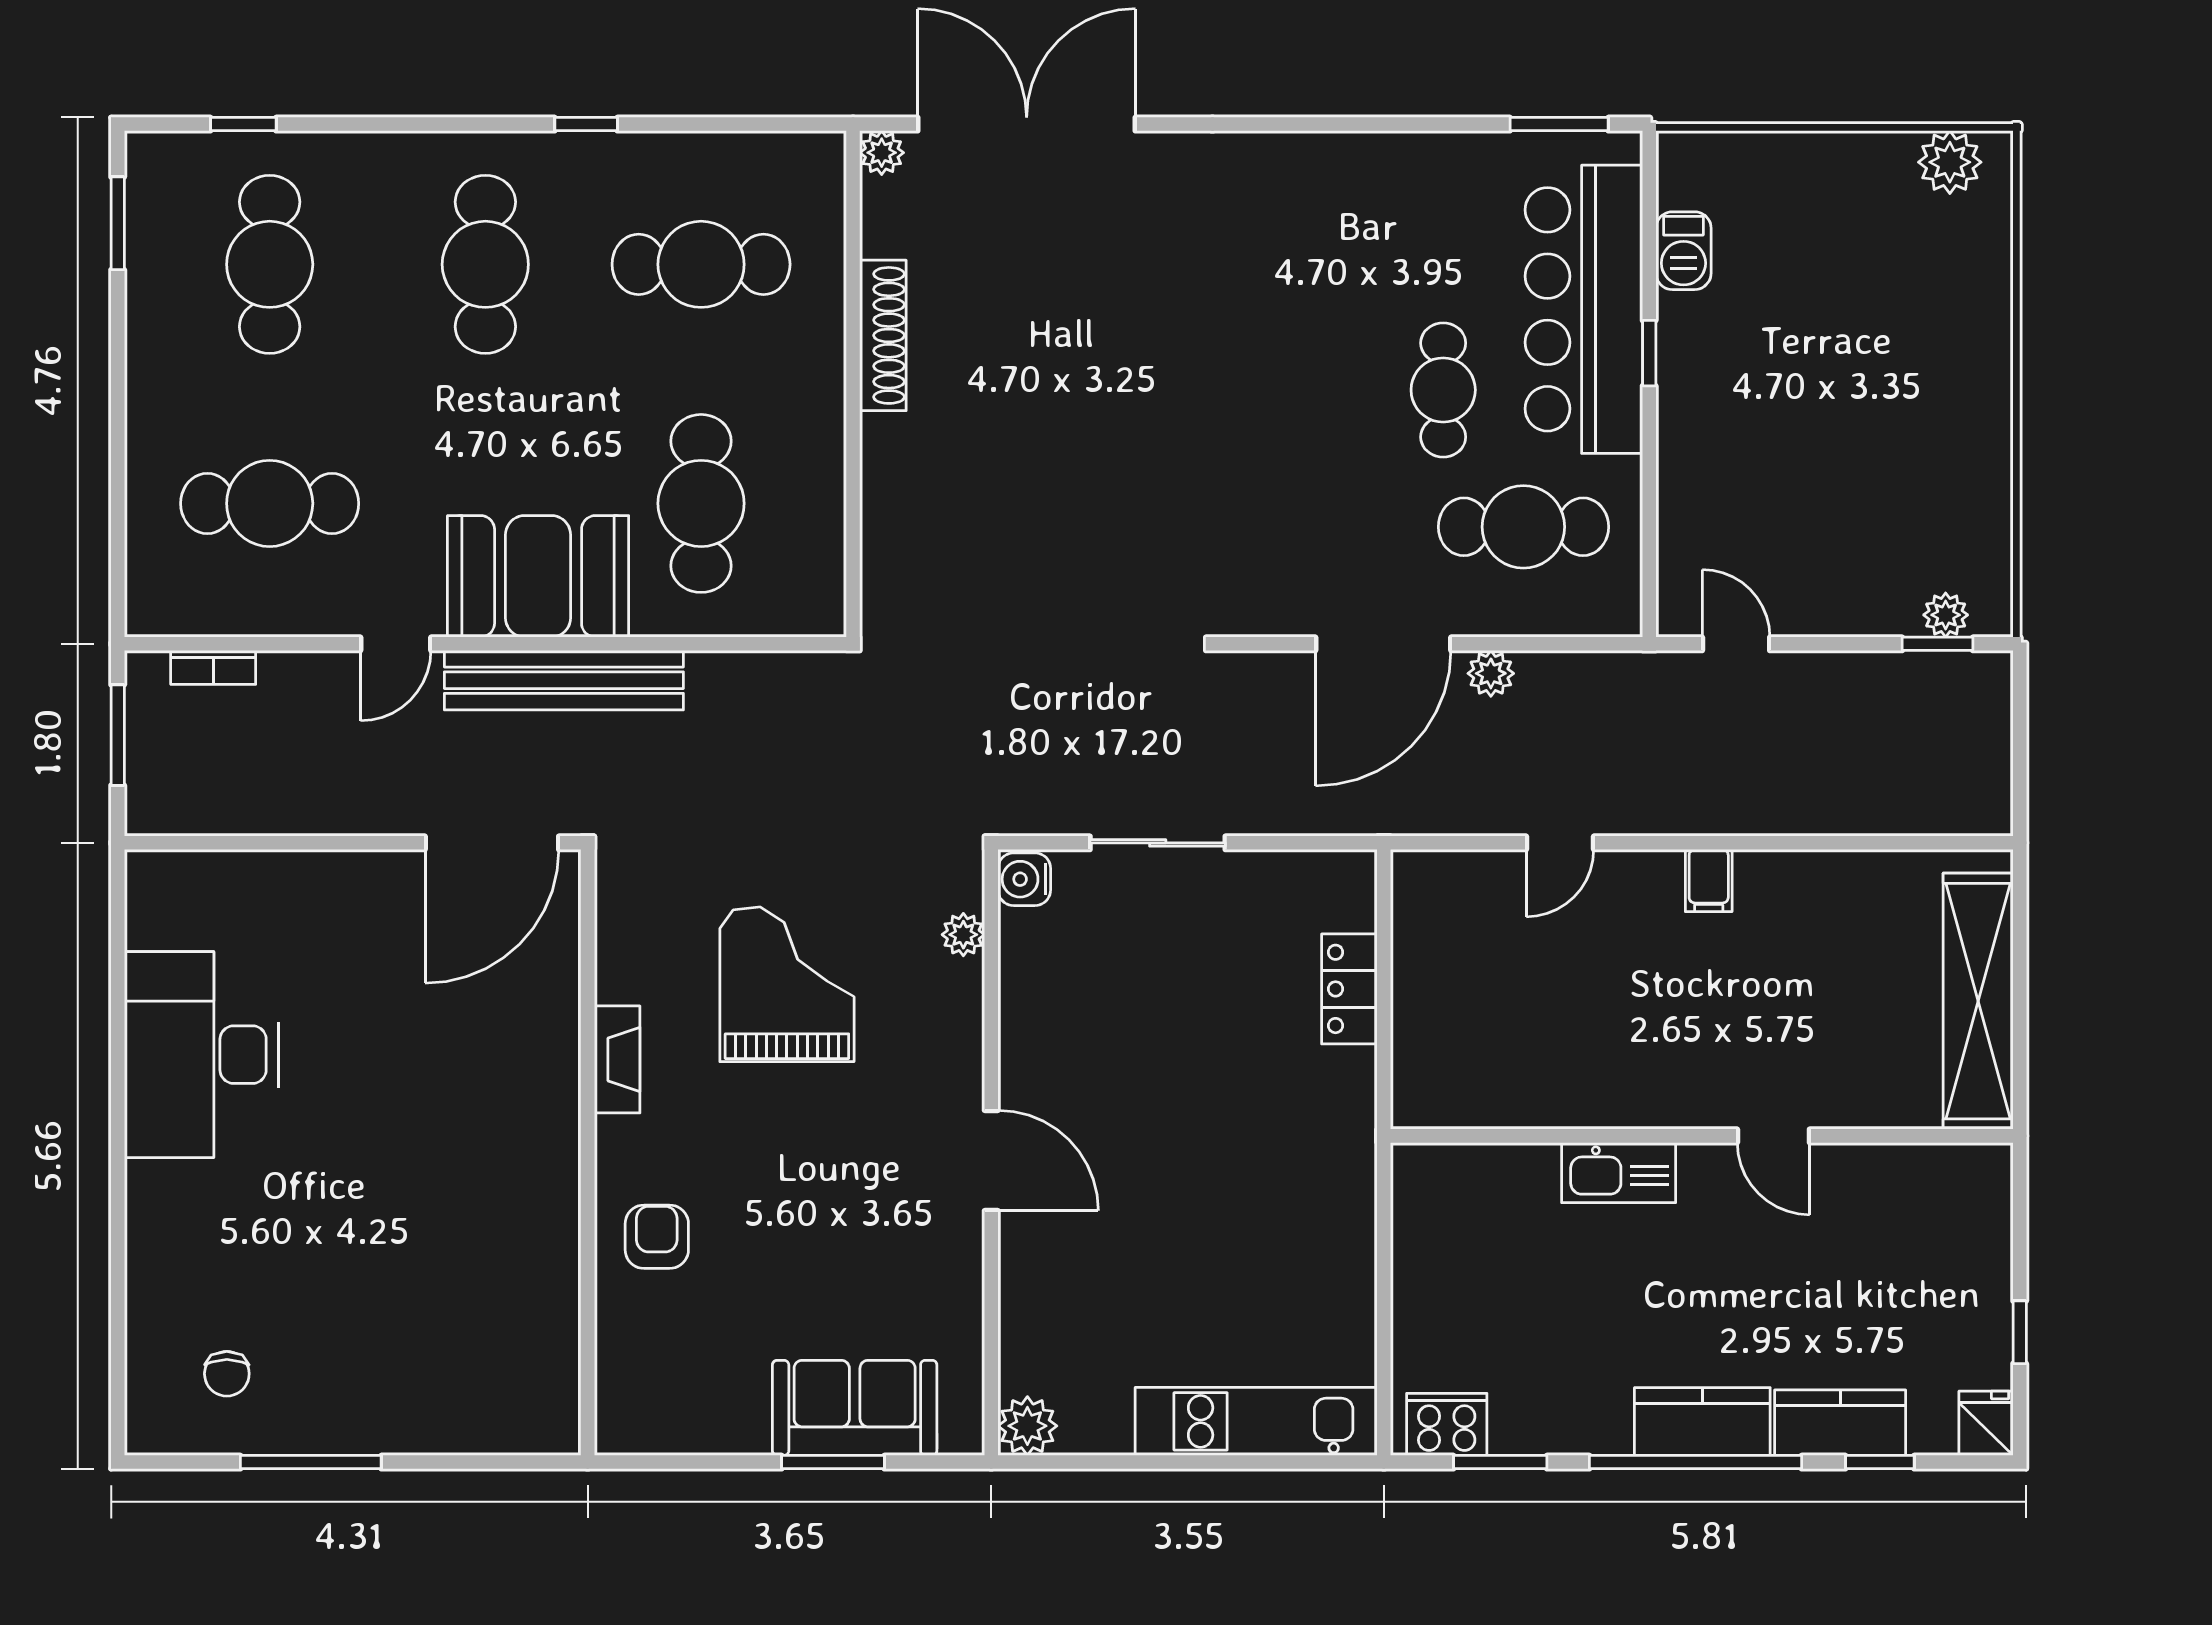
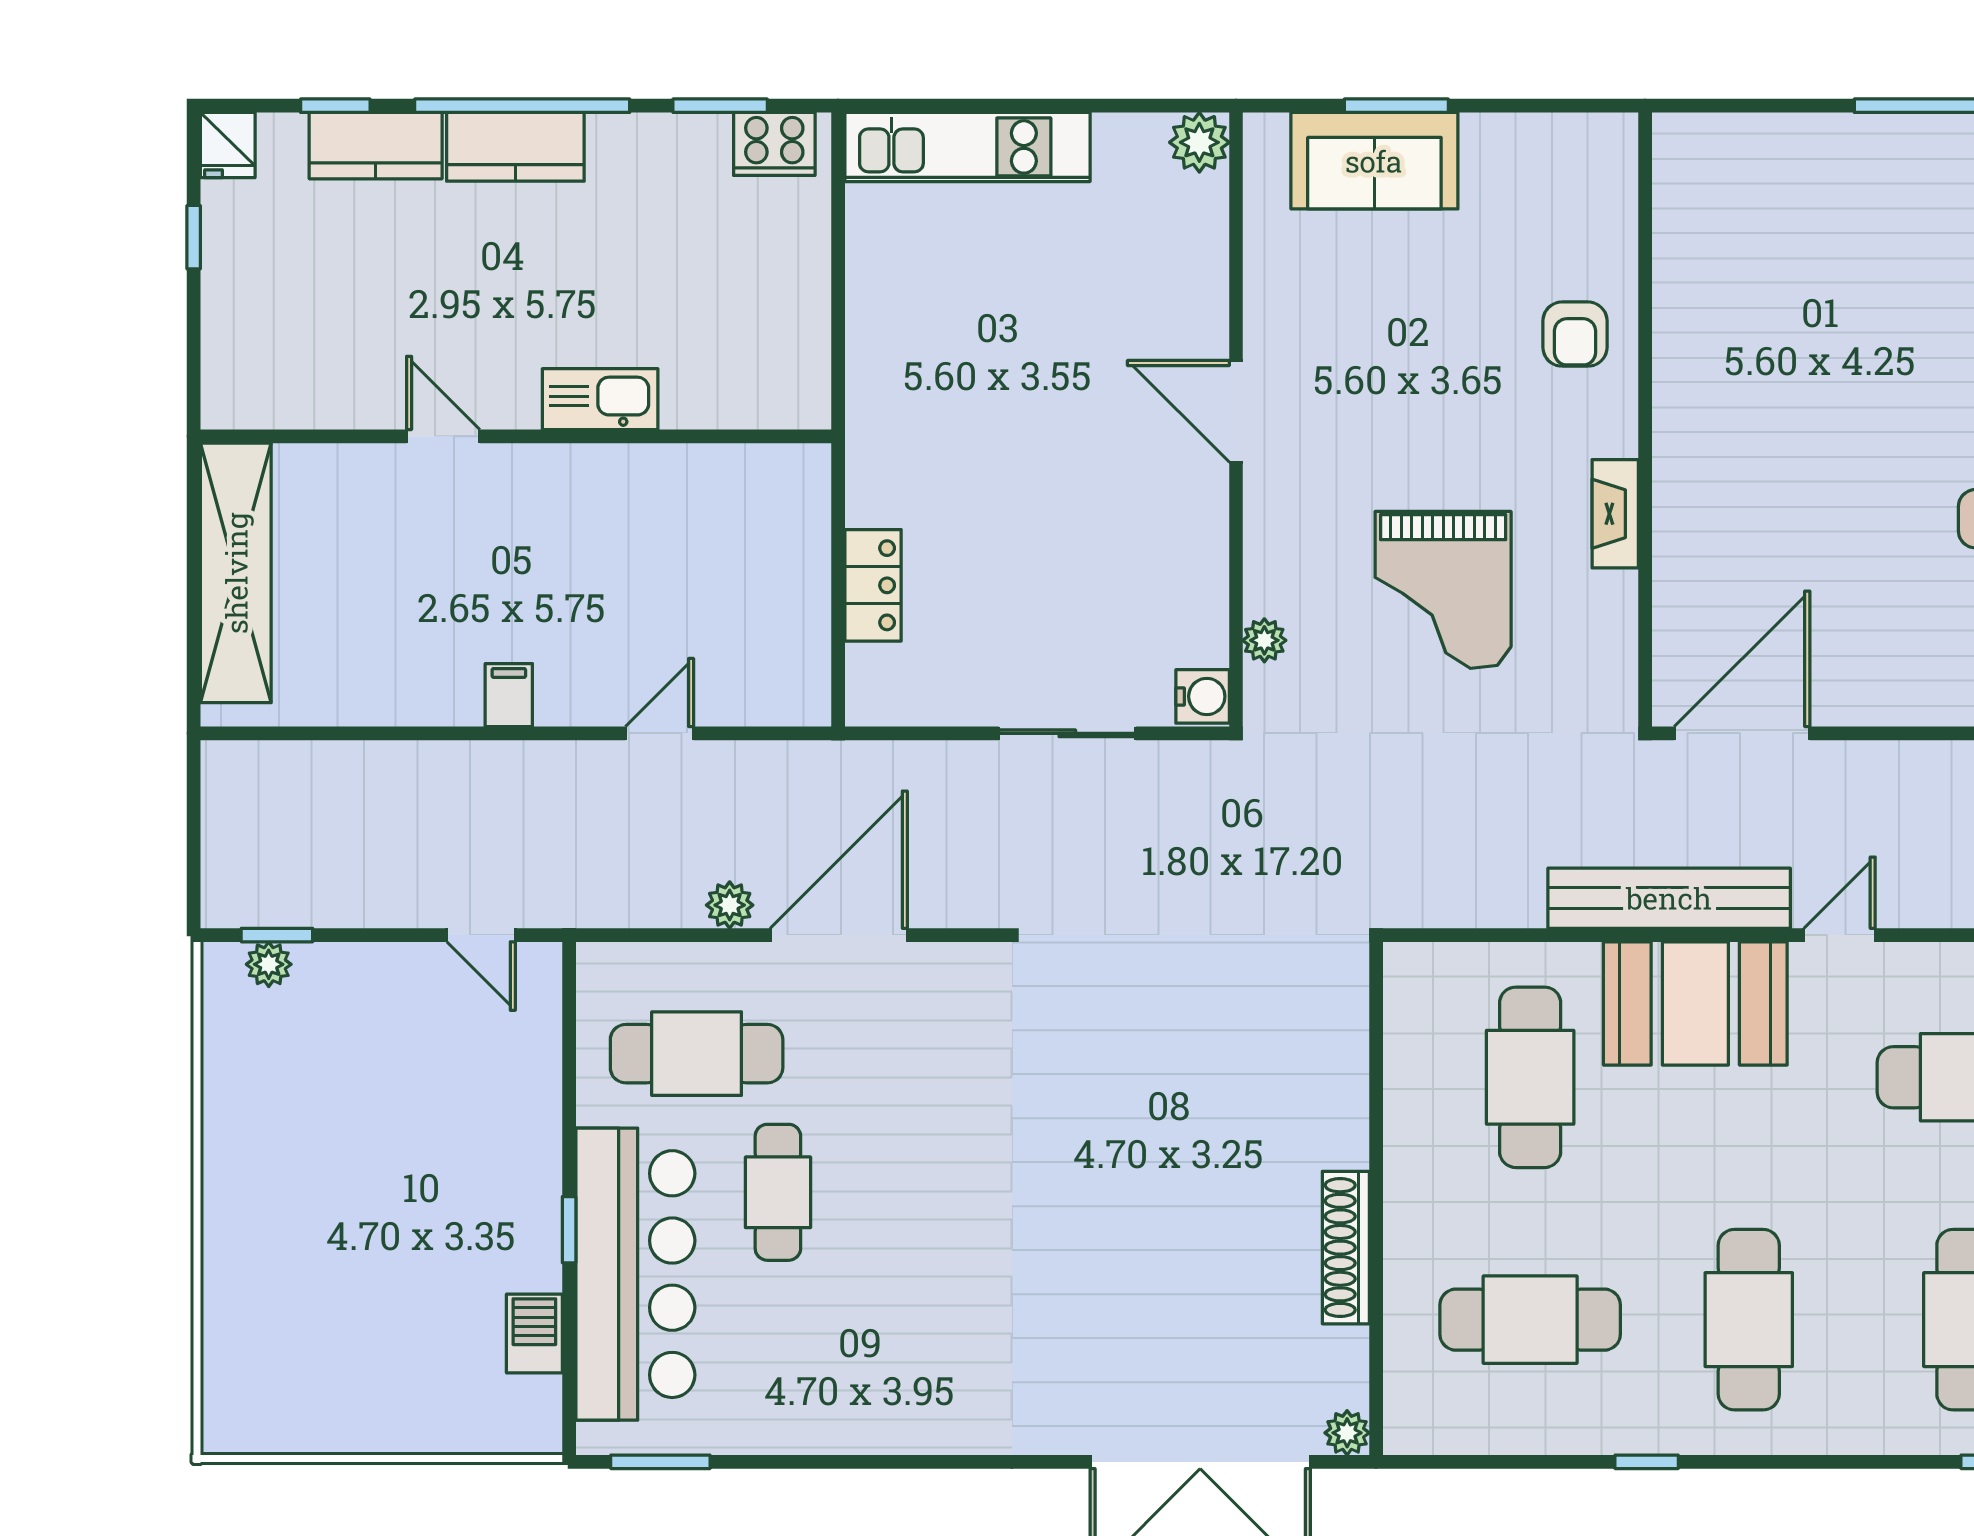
plant: (1950, 162) -> (264, 1423), removed

